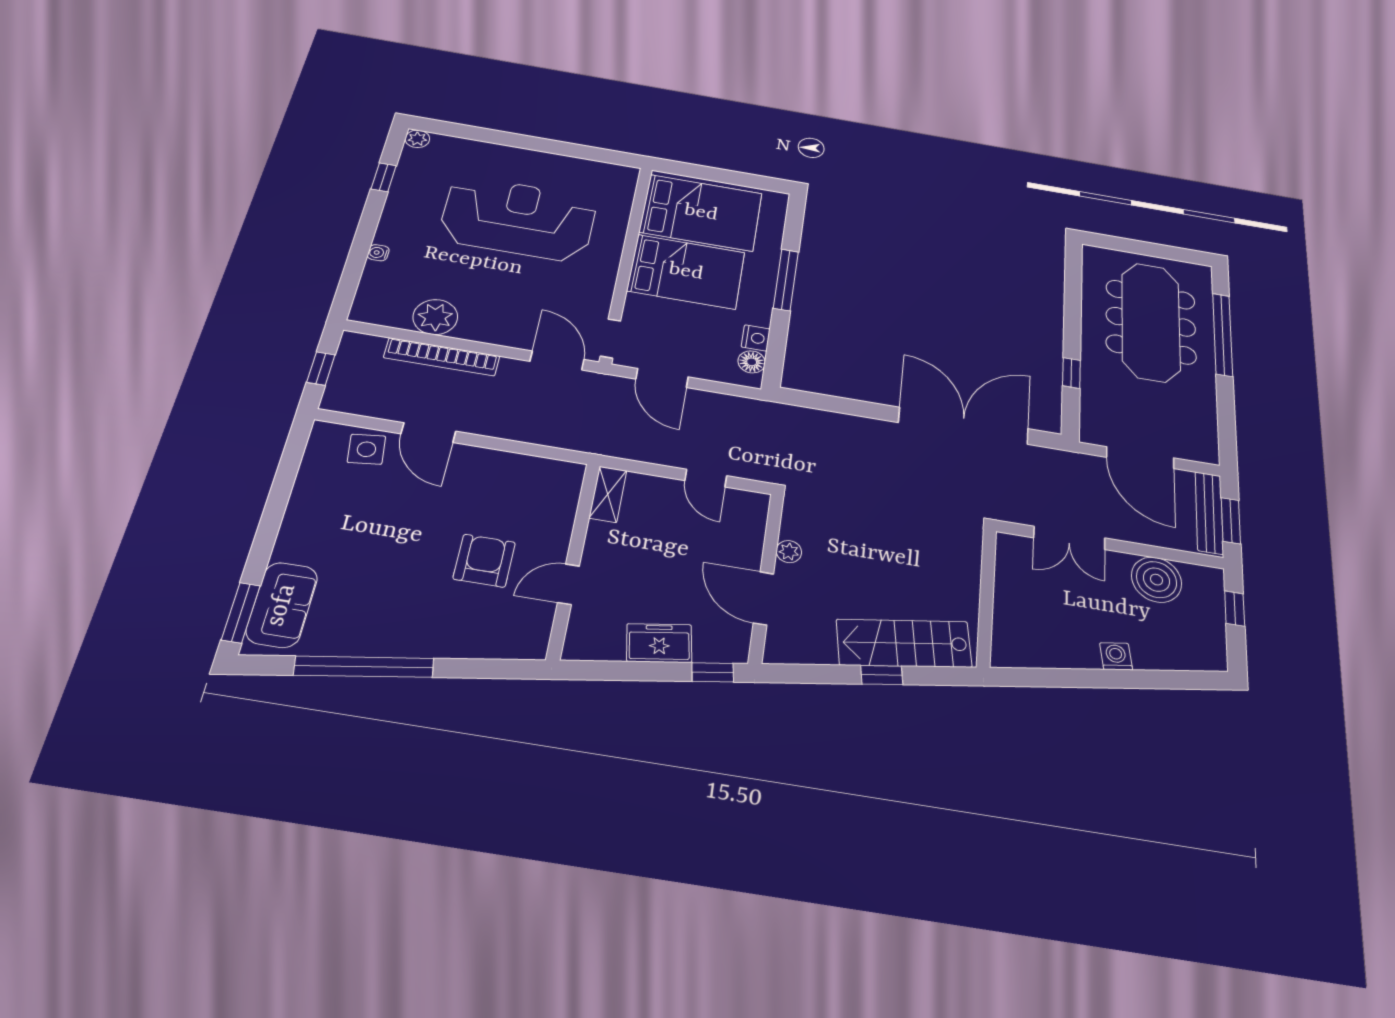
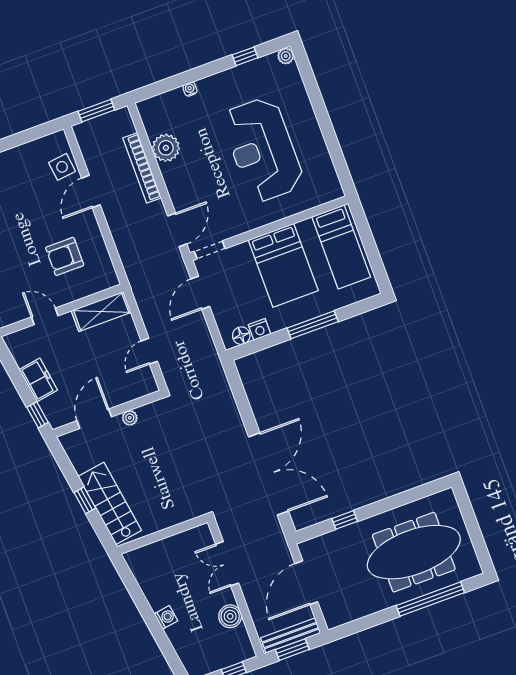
bed: (701, 213) -> (341, 247), width x0.67
reception desk: (518, 219) -> (263, 150), turned 180
window: (321, 368) -> (96, 111), width x1.50
shelving: (608, 494) -> (101, 312), width x1.50, depth x1.33
armchair: (484, 561) -> (65, 256), moved, turned 180
boiler: (1157, 580) -> (230, 616), width x0.73, depth x0.73

